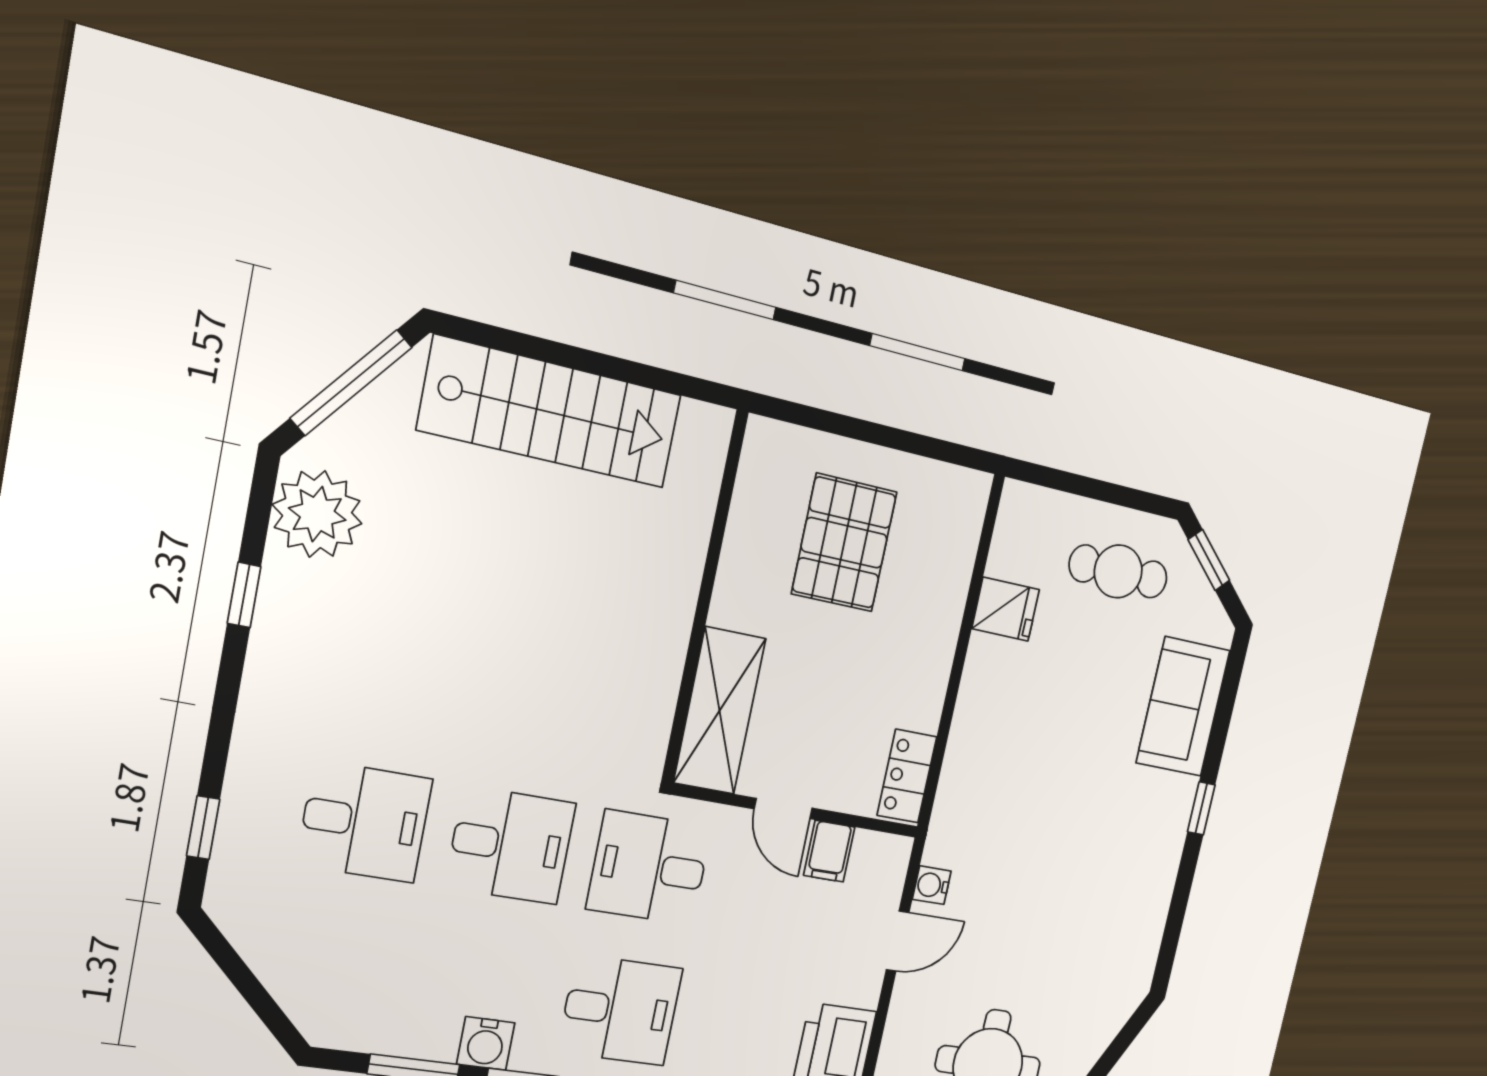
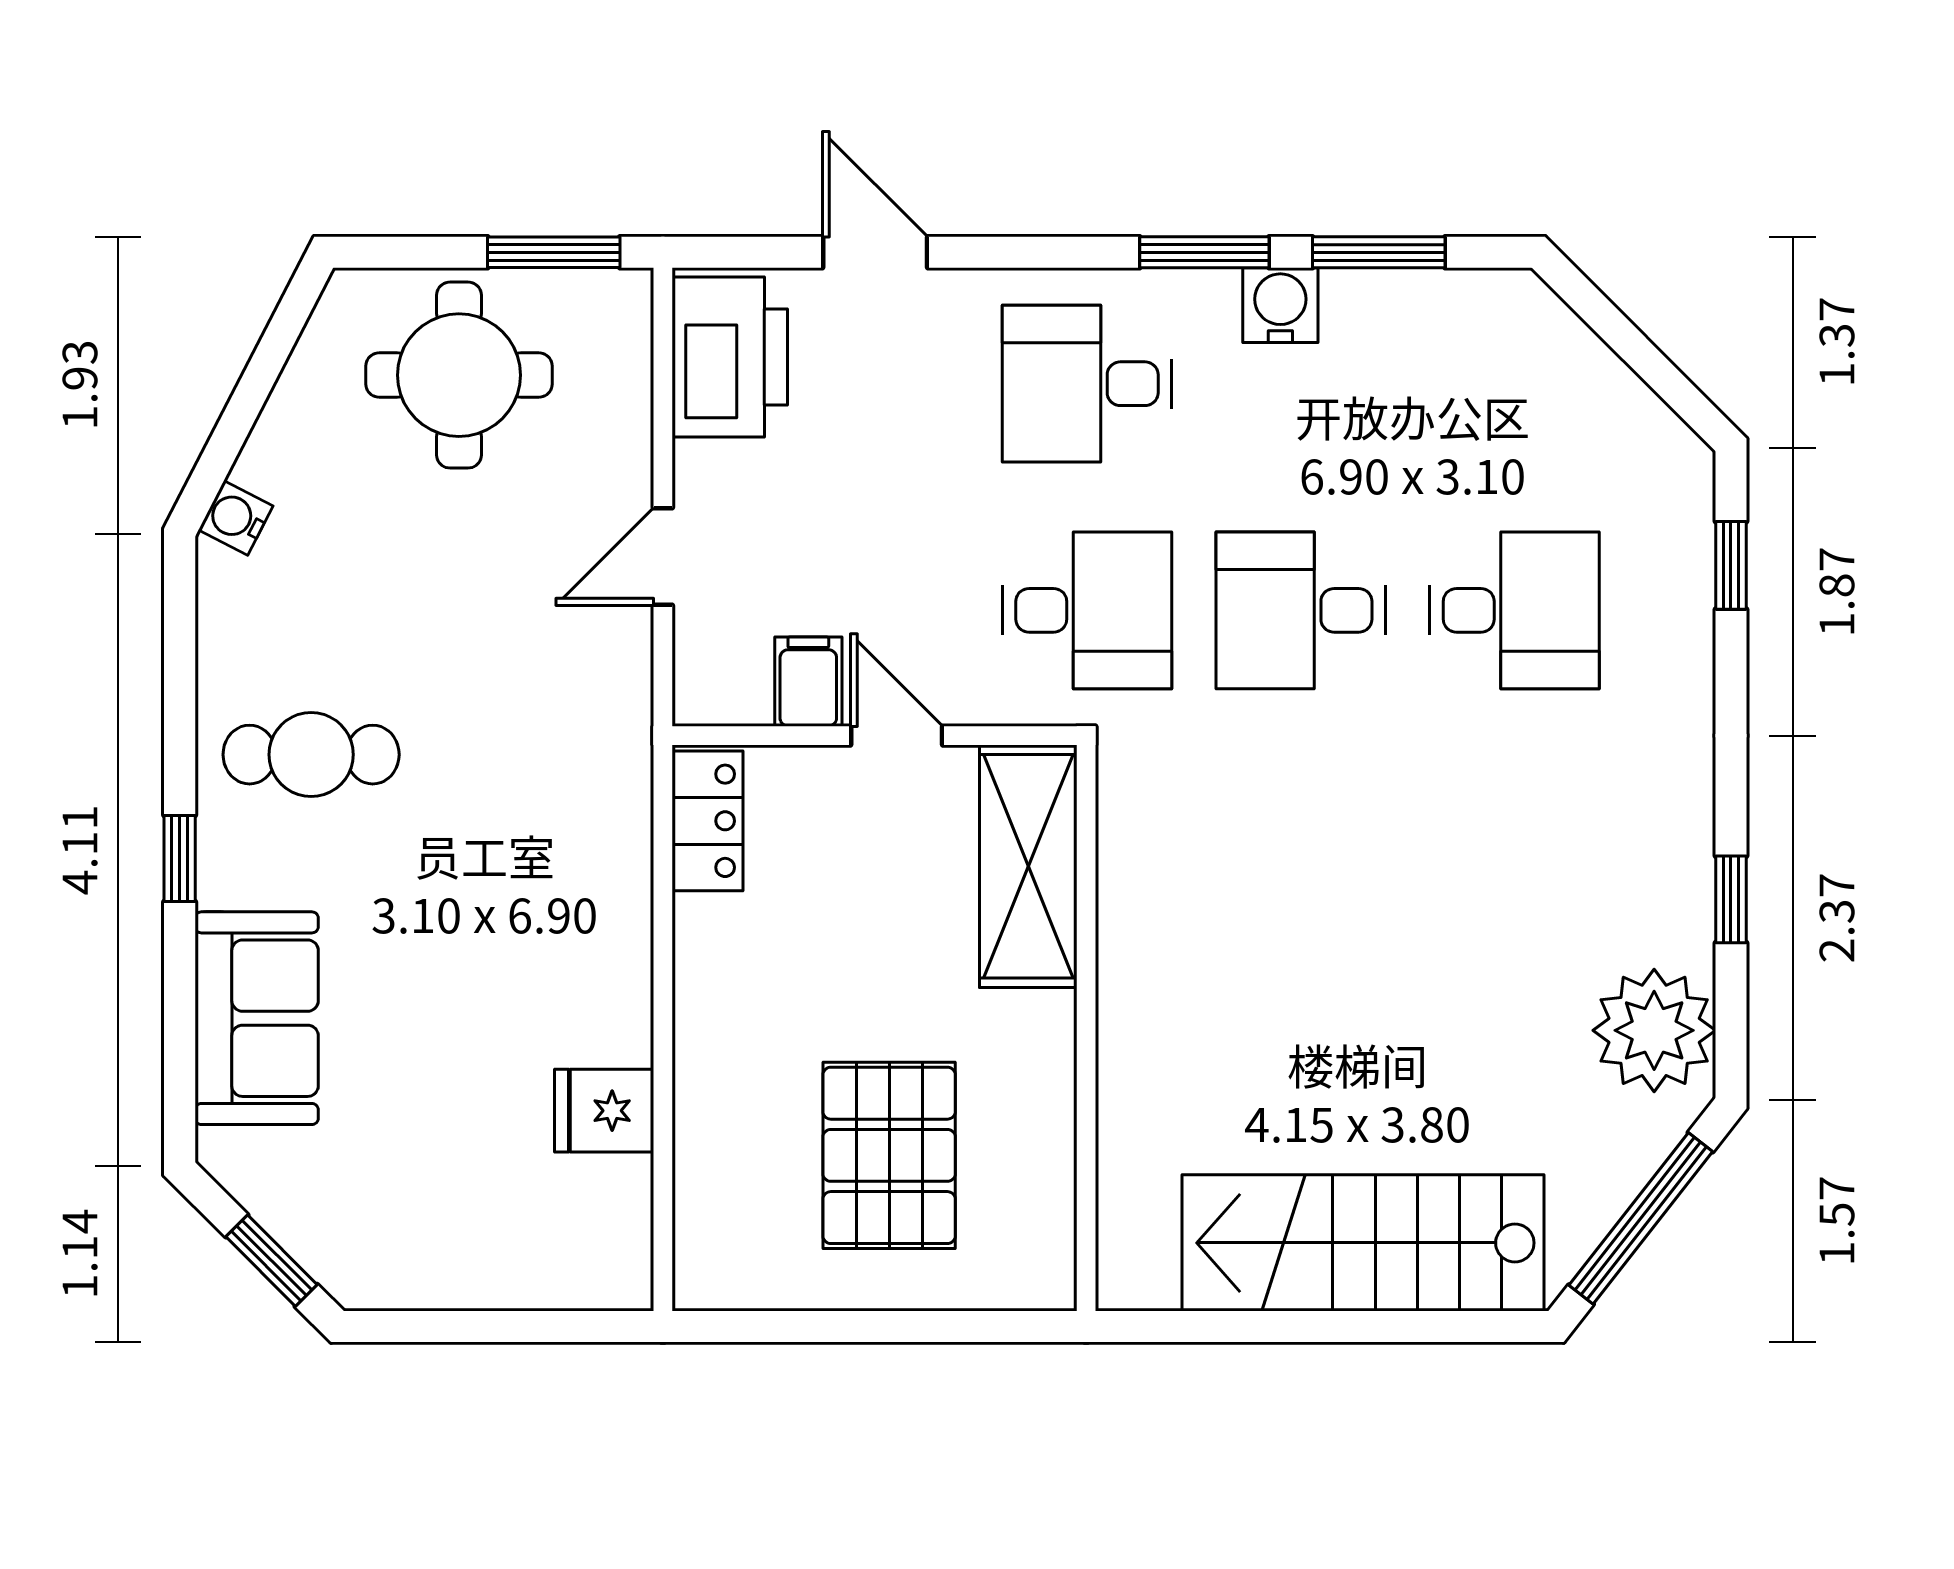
cafe table: (1118, 571) -> (311, 755), moved
desk: (365, 822) -> (1514, 610), turned 180
water cooler: (932, 885) -> (236, 518), moved, turned -153

